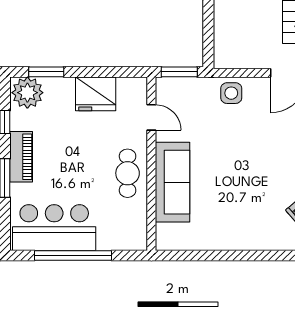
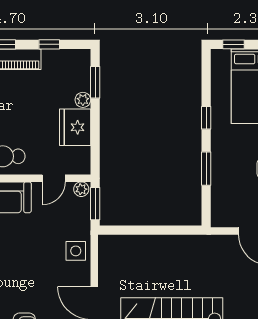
plant: (164, 87) -> (81, 189), added
plant: (27, 93) -> (83, 100), moved, width x0.53, depth x0.53

